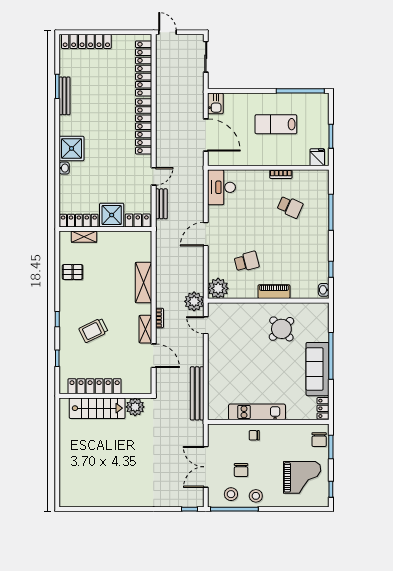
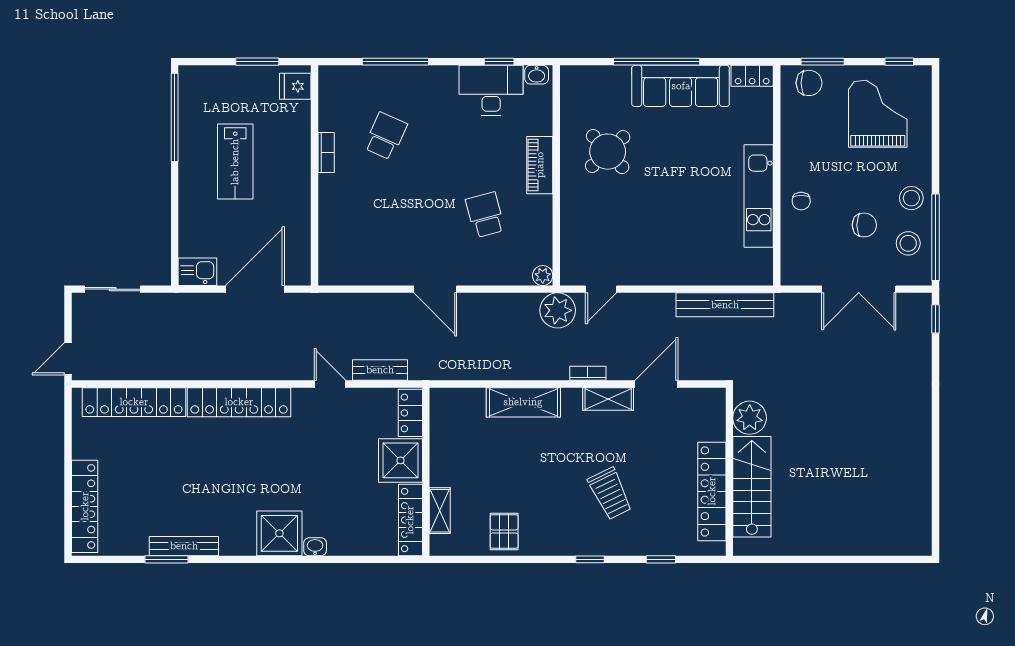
desk: (221, 187) -> (491, 90), moved, turned 180
plant: (218, 288) -> (543, 276), width x0.53, depth x0.53

